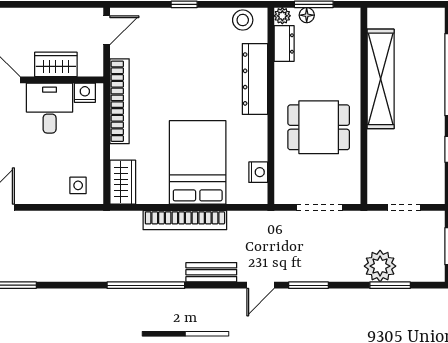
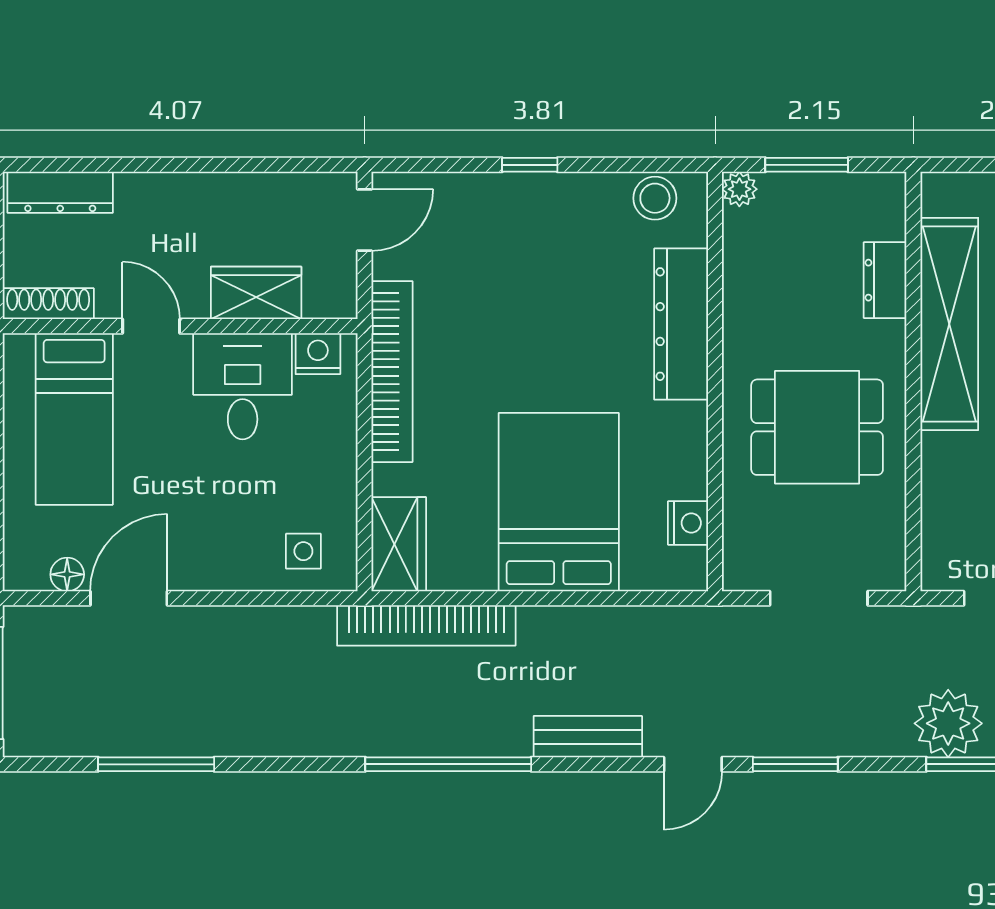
floor lamp: (307, 15) -> (792, 188), removed
dresser: (284, 43) -> (885, 280), moved, turned 180
bookcase: (185, 220) -> (426, 625), moved

